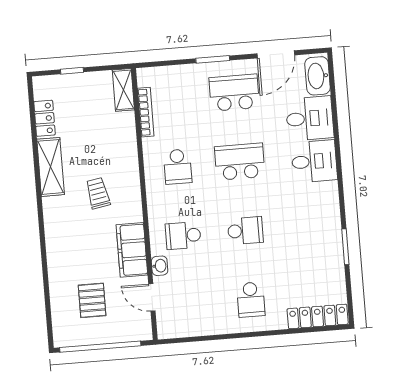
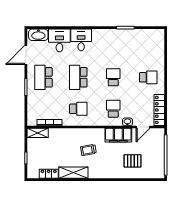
door: (276, 54) -> (26, 55), swing flipped
school desk: (183, 236) -> (113, 109), turned 180
pallet: (92, 300) -> (133, 161), moved
locker: (318, 316) -> (159, 110), moved

